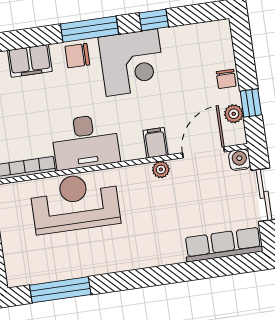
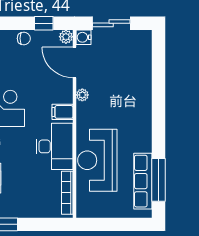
plant: (234, 114) -> (66, 37), moved
filing cabinet: (156, 143) -> (63, 112), moved
row of seats: (223, 245) -> (143, 181), moved

